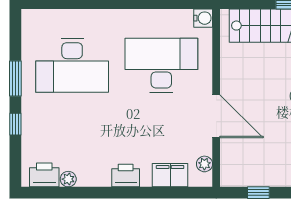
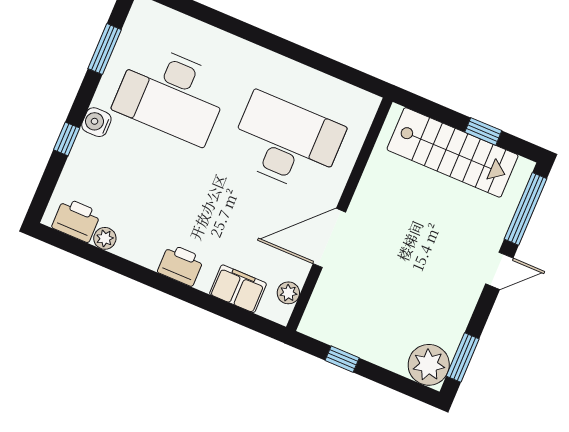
water cooler: (203, 18) -> (96, 122), moved, turned 180
window: (15, 78) -> (105, 49), moved
door: (216, 116) -> (329, 238), swing flipped

